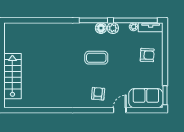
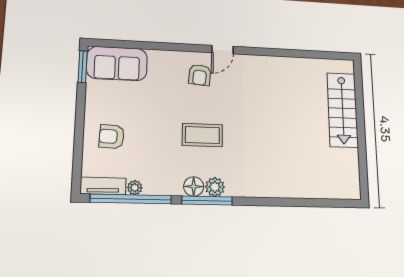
plant: (113, 28) -> (215, 187), moved
door: (120, 110) -> (222, 50), moved

